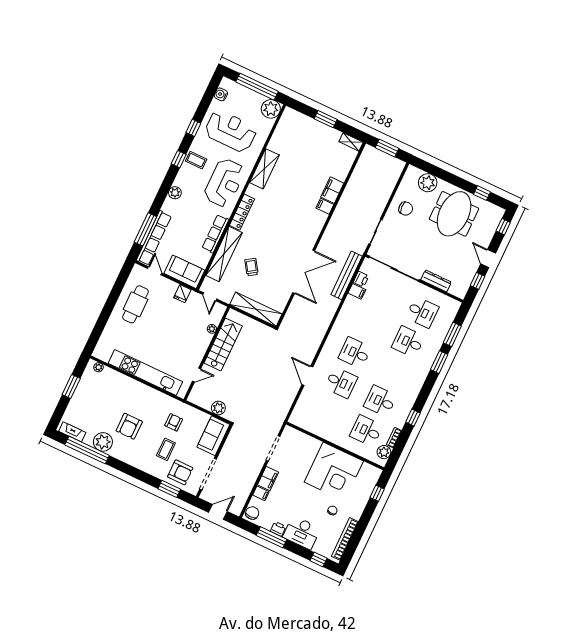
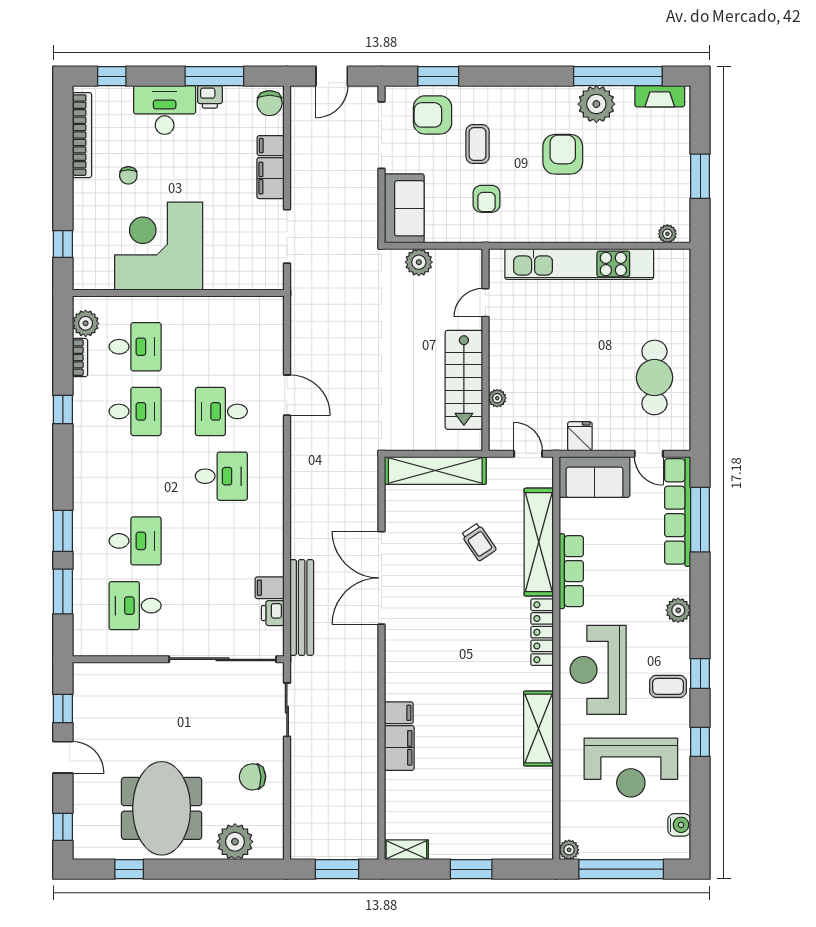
plant: (271, 109) -> (569, 850), width x0.53, depth x0.53
dresser: (436, 281) -> (137, 673), removed

